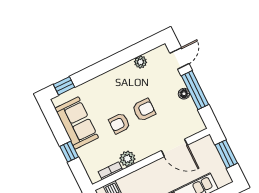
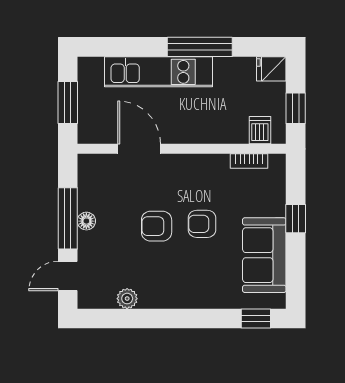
armchair: (119, 123) -> (202, 224), turned 180
plant: (127, 159) -> (216, 167), removed

